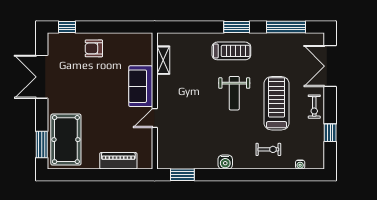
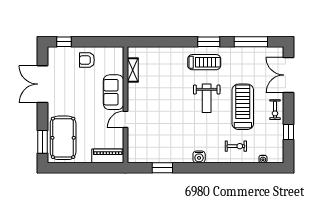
shelving: (163, 60) -> (133, 70), moved
sofa: (141, 86) -> (114, 92), moved
wall: (155, 101) -> (125, 105), moved
door: (155, 118) -> (125, 119), moved

